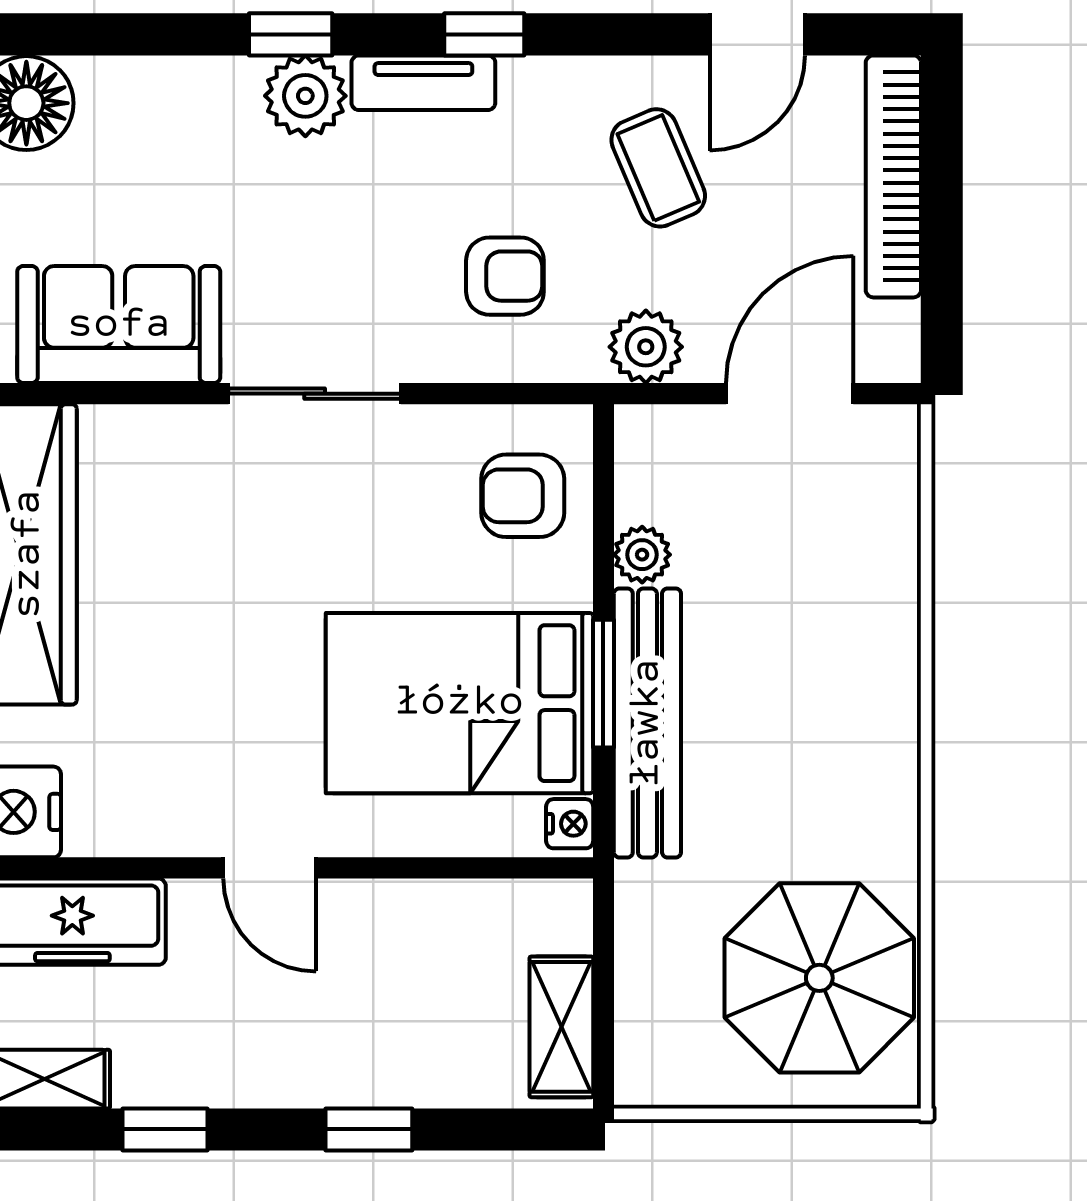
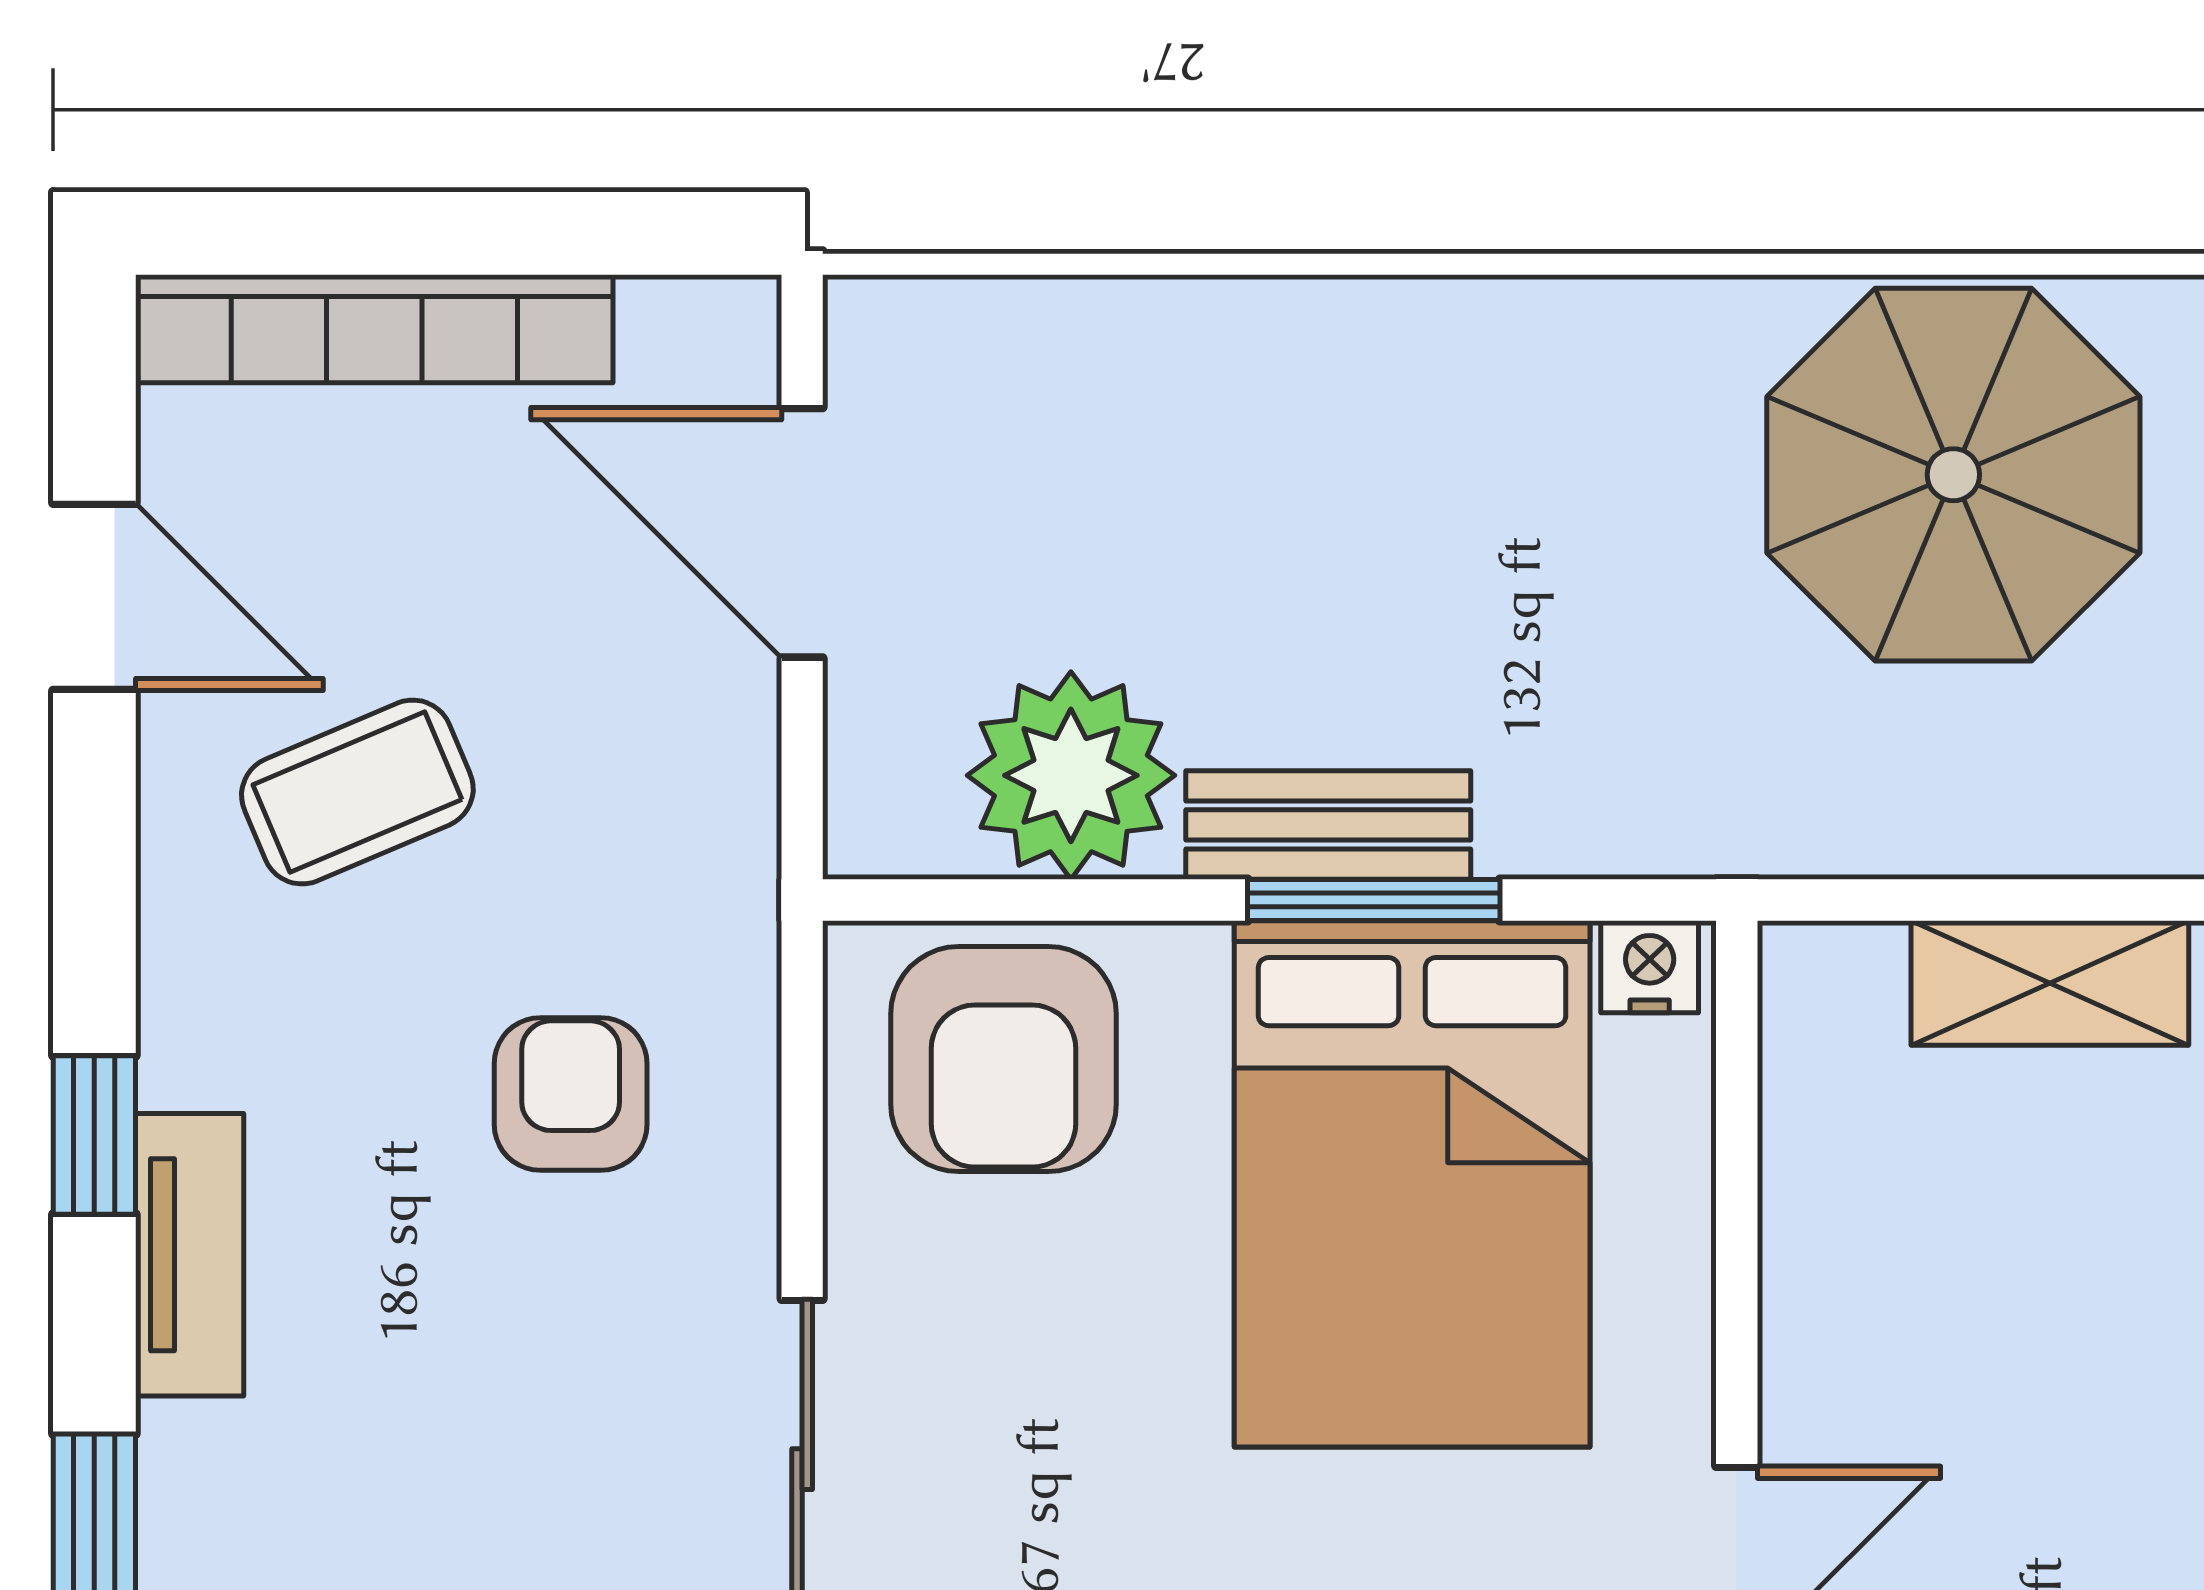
plant: (305, 96) -> (215, 1487), removed
plant: (646, 347) -> (710, 817), removed
armchair: (523, 496) -> (1004, 1059), width x1.38, depth x1.38
plant: (642, 555) -> (1071, 775), width x1.88, depth x1.88
bench: (647, 723) -> (1328, 825), width x0.54, depth x0.82

